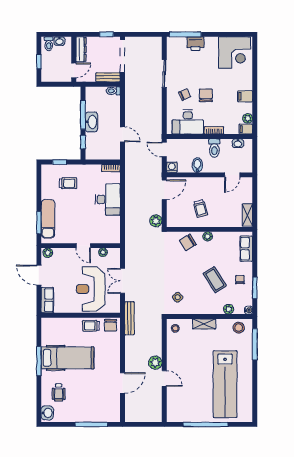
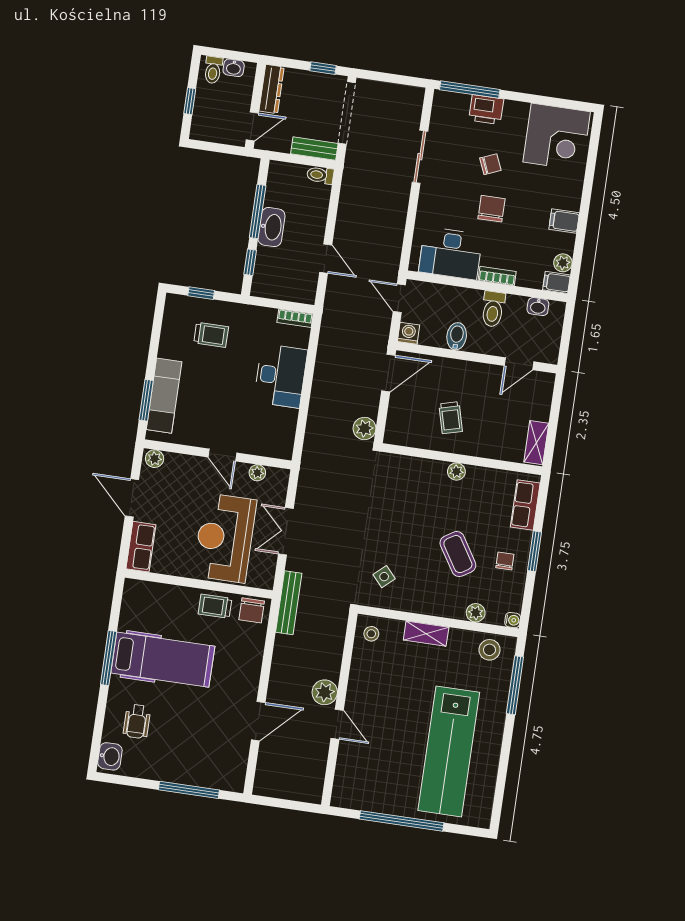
chair: (185, 95) -> (490, 164), moved
chair: (188, 242) -> (418, 477), removed
window: (255, 288) -> (534, 551), moved

